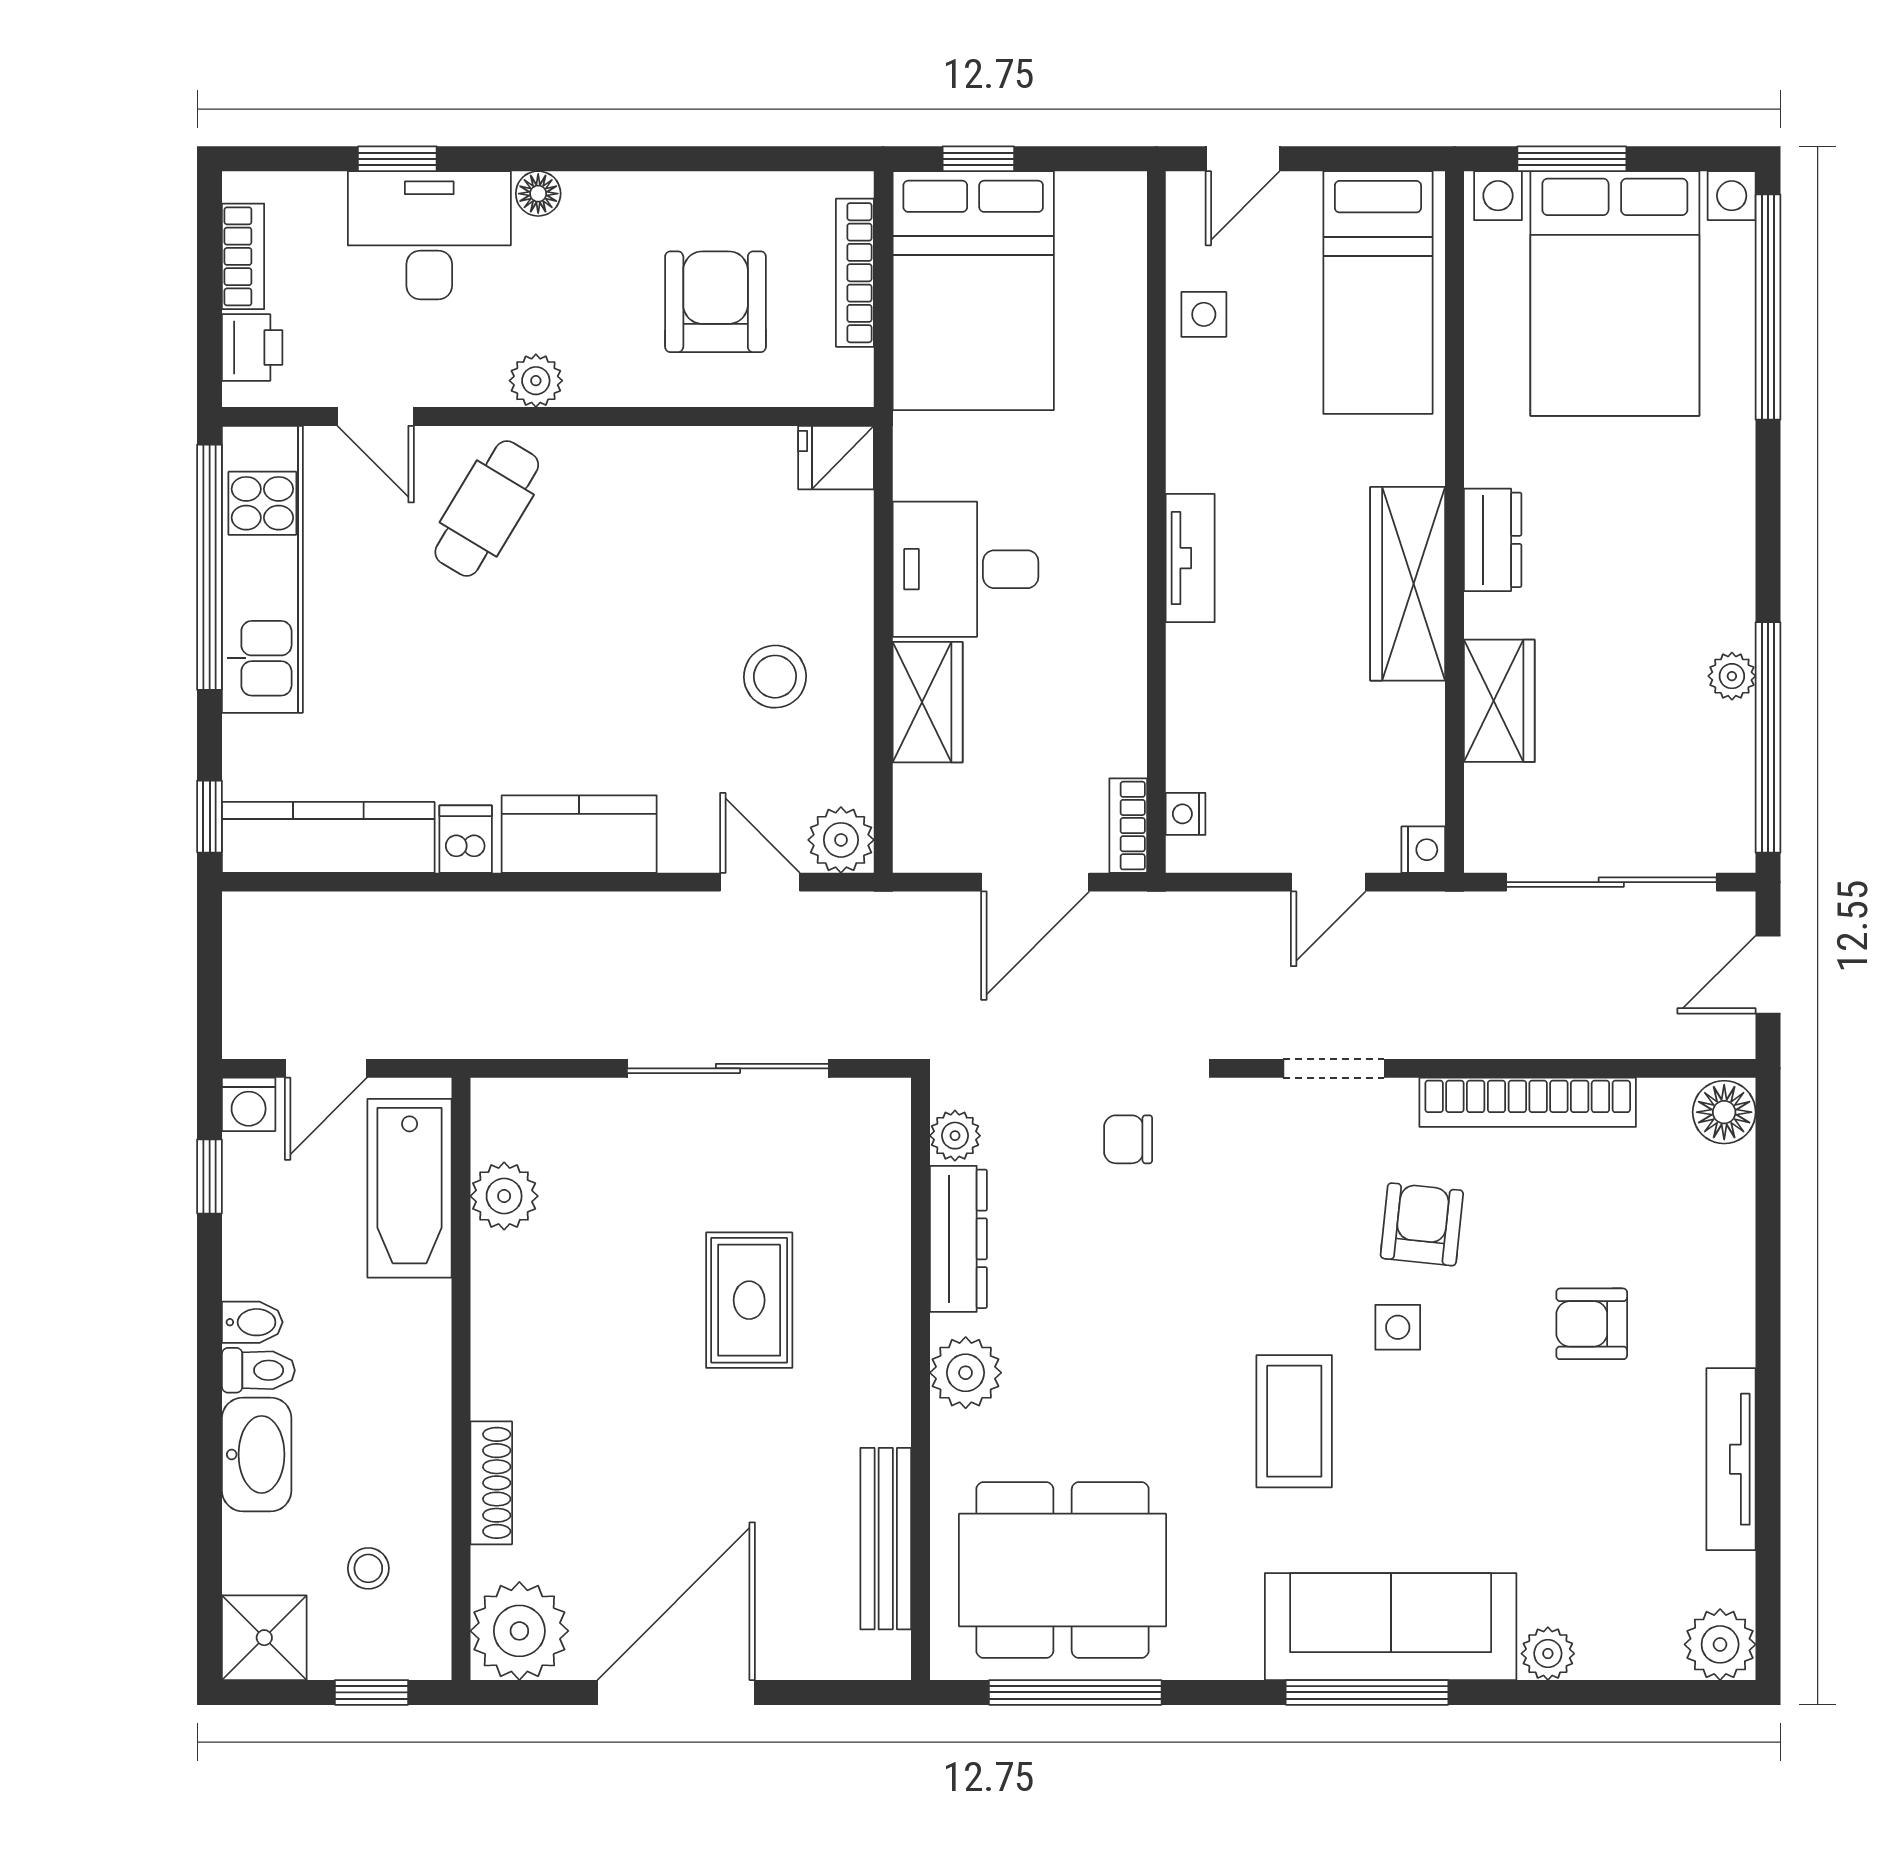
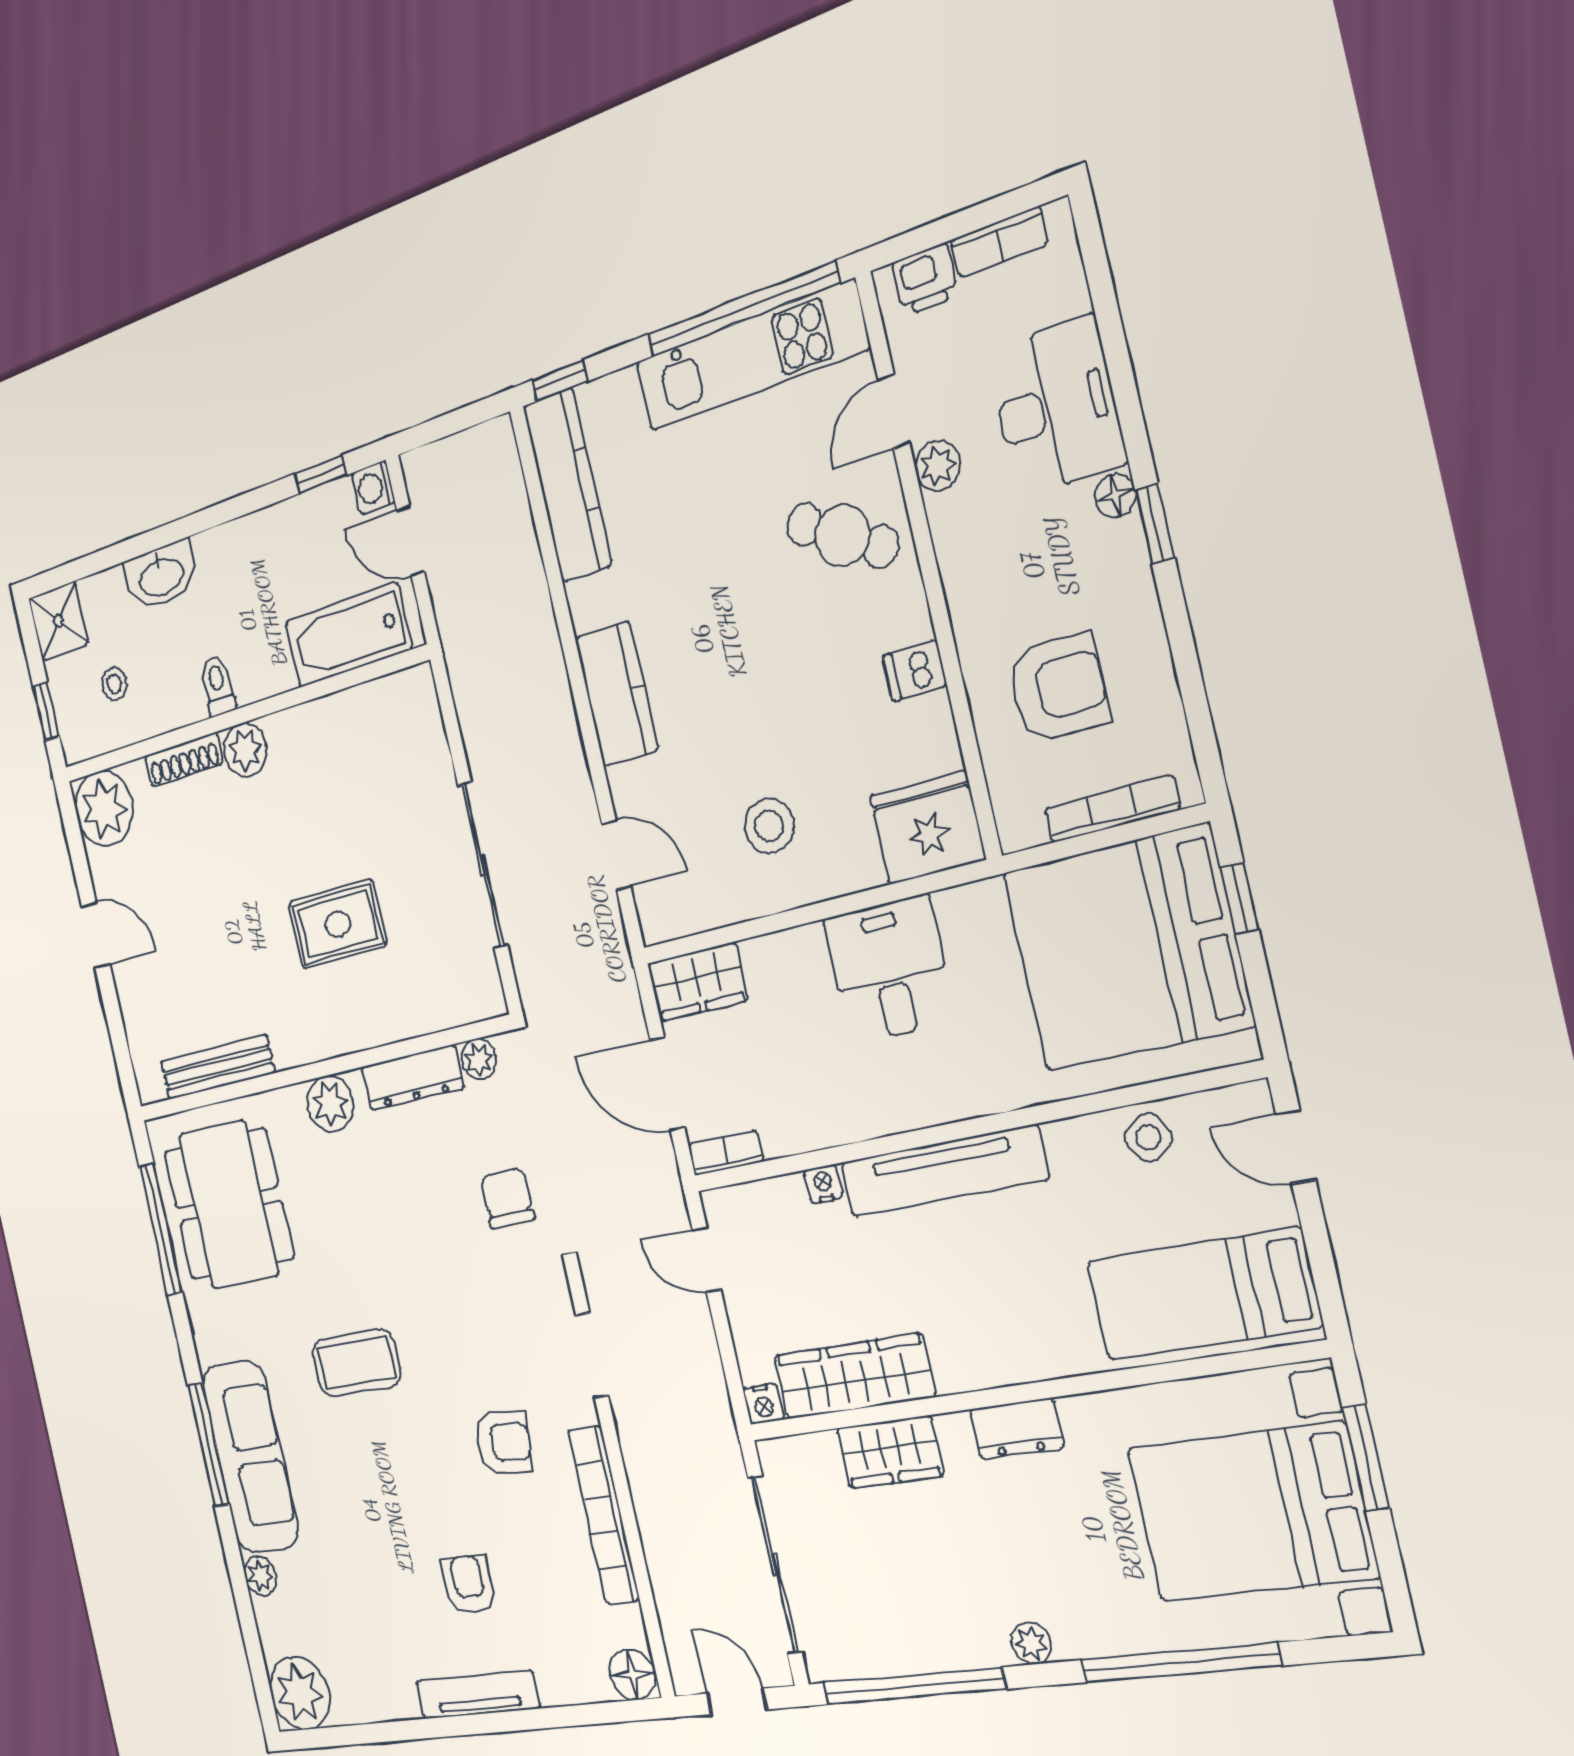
window: (397, 159) -> (1155, 524), moved
bed: (973, 291) -> (1127, 948), width x1.36
window: (1768, 307) -> (1180, 1663), moved
side table: (1204, 314) -> (1148, 1137), turned -34
plant: (536, 381) -> (937, 466), moved
fridge: (836, 458) -> (927, 827), width x1.88, depth x1.34
tv unit: (1190, 558) -> (944, 1171), width x1.92, depth x1.29
wardrobe: (1408, 584) -> (854, 1376), moved
plant: (1732, 676) -> (1031, 1643), moved
wardrobe: (928, 702) -> (697, 982), moved
nightstand: (1186, 814) -> (823, 1184), moved
dishwasher: (466, 839) -> (915, 671), moved, turned 180
plant: (841, 840) -> (661, 914), removed
door: (760, 882) -> (616, 855), hinge flipped
door: (1328, 882) -> (707, 1260), moved
chair: (1128, 1139) -> (507, 1198), width x1.37, depth x1.37
plant: (504, 1196) -> (245, 750), moved
bidet: (252, 1322) -> (238, 543), removed
side table: (1398, 1327) -> (433, 1433), removed
toilet: (258, 1370) -> (218, 686), moved, turned 180
tv unit: (1731, 1459) -> (478, 1695), moved
plant: (1720, 1644) -> (300, 1693), width x1.36, depth x1.36
door: (676, 1692) -> (96, 935), width x0.53

